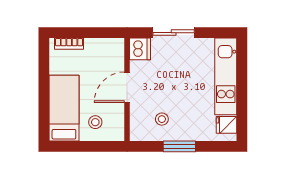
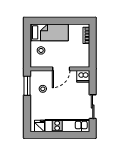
sliding door: (174, 33) -> (93, 107), moved
door: (127, 87) -> (61, 69), swing flipped
window: (179, 146) -> (27, 86), moved

